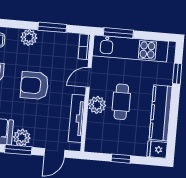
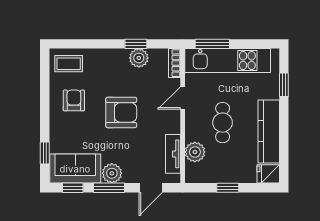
window: (52, 27) -> (136, 44), width x0.67
plant: (29, 38) -> (139, 58), moved
armchair: (34, 86) -> (121, 112), turned 180
plant: (97, 105) -> (195, 152), moved
tv unit: (77, 118) -> (173, 154), width x0.71

